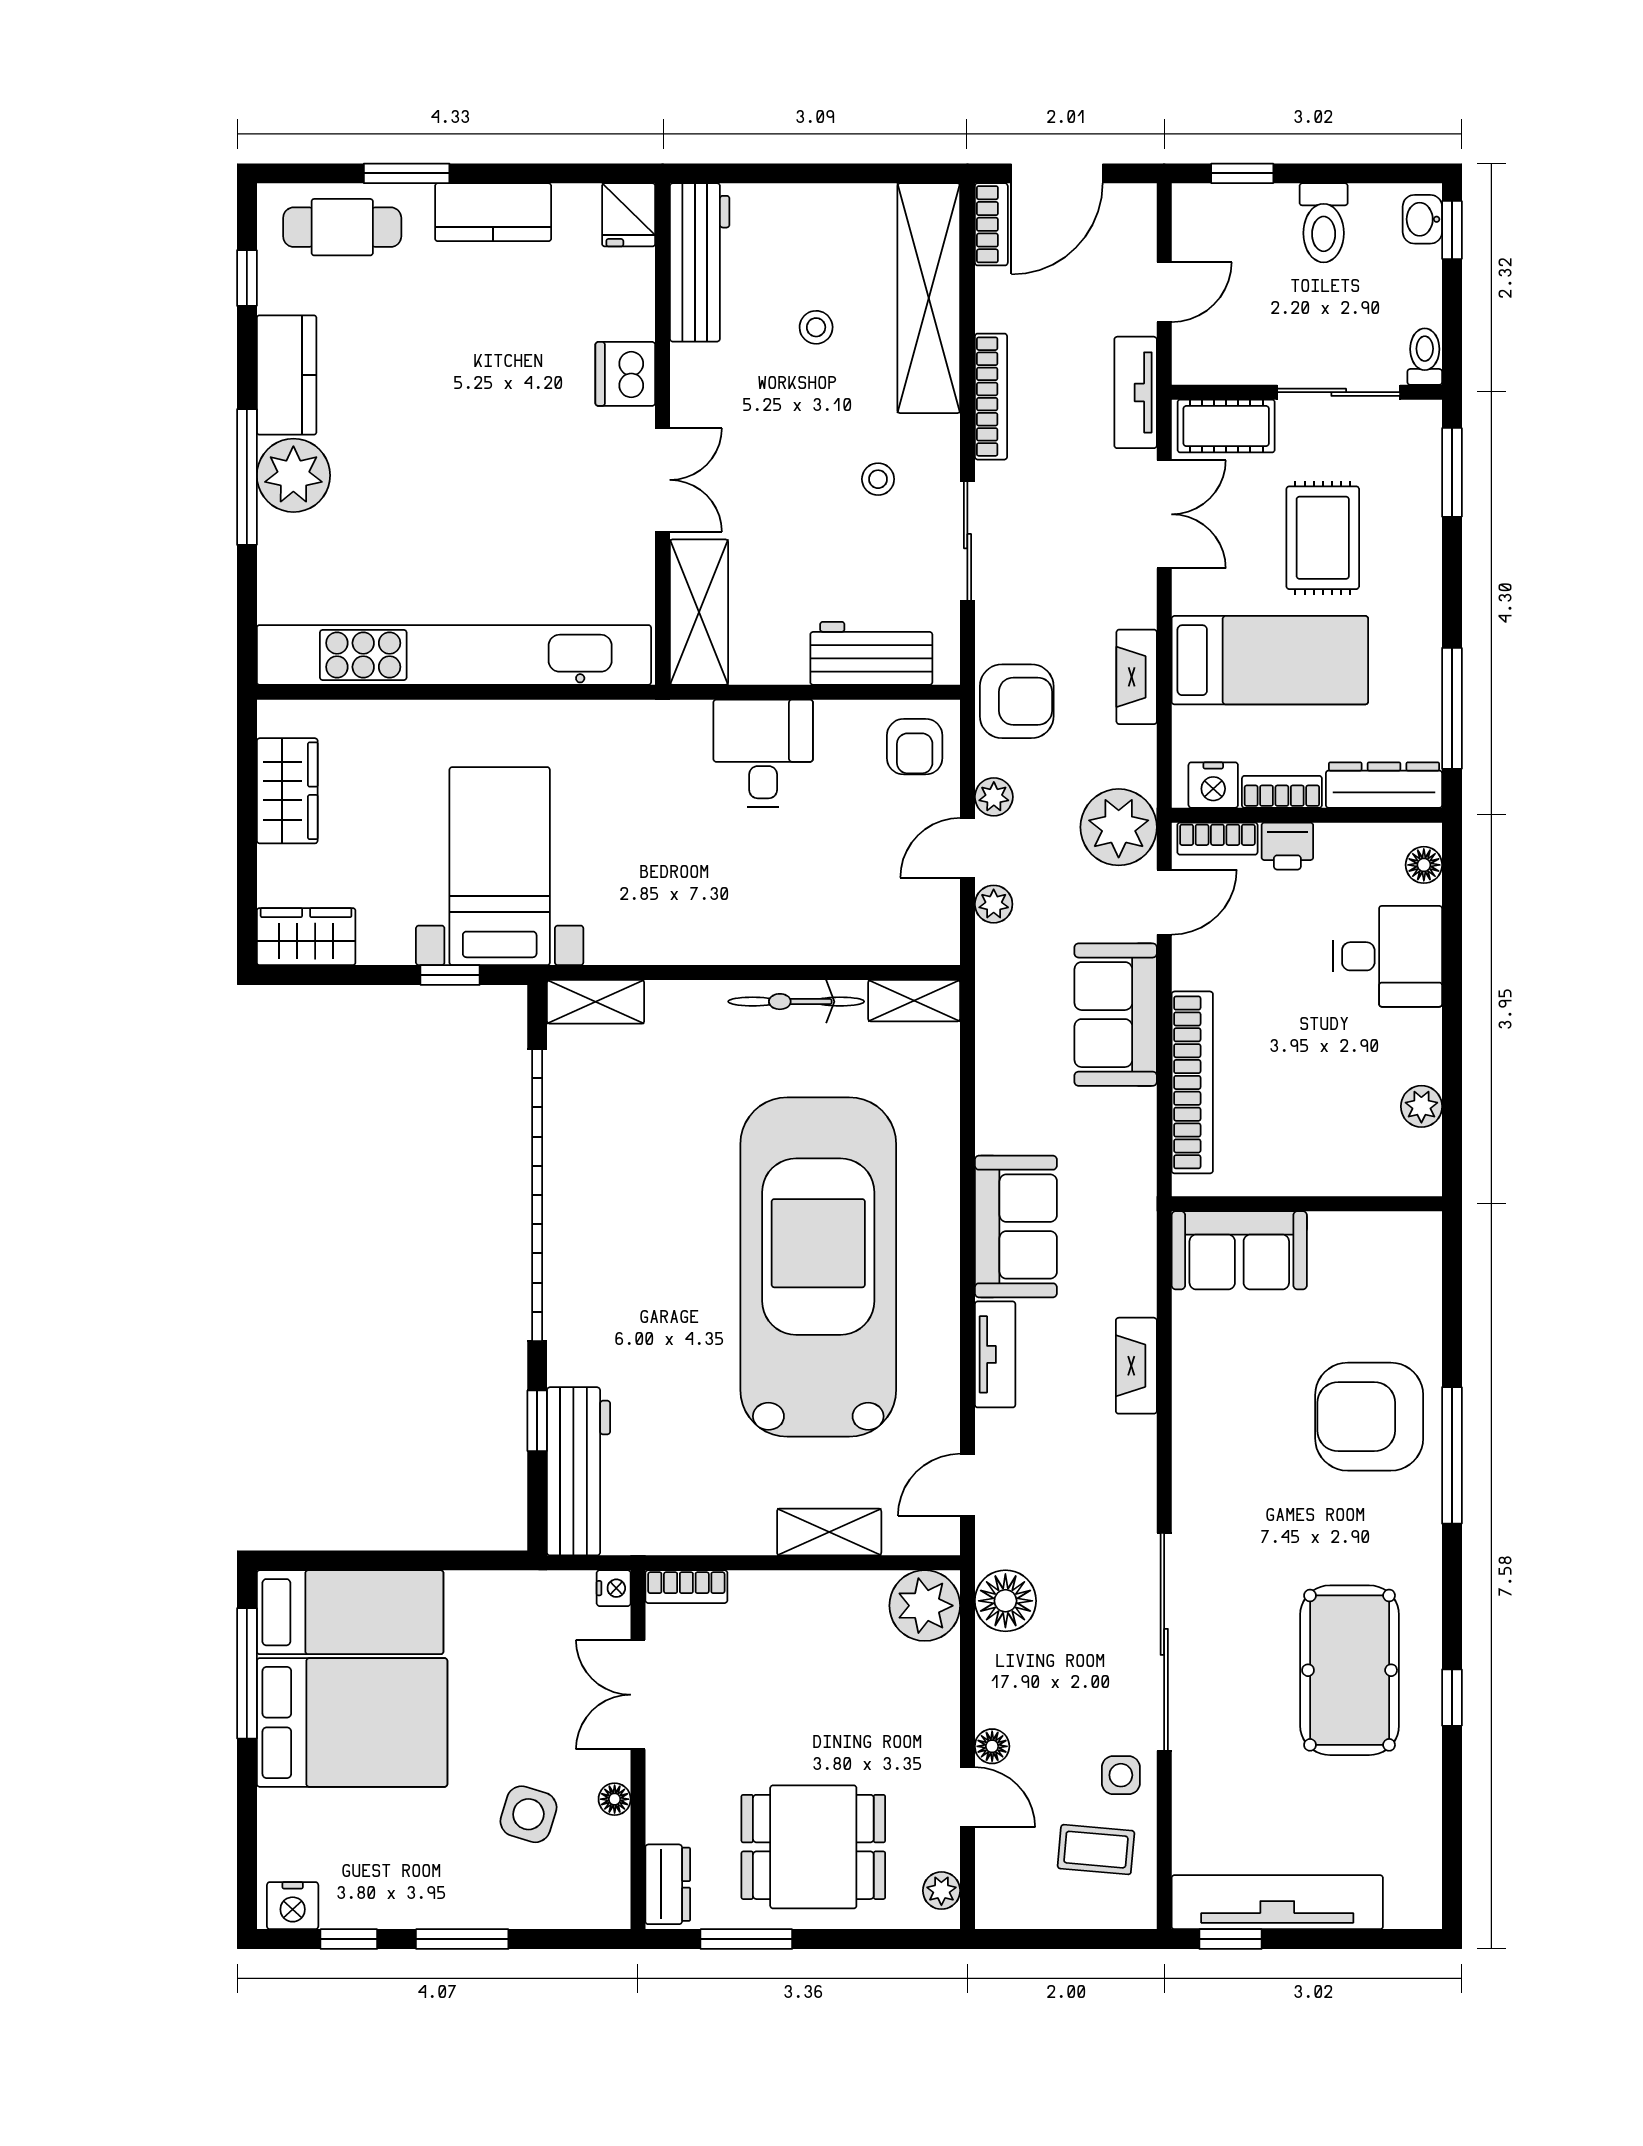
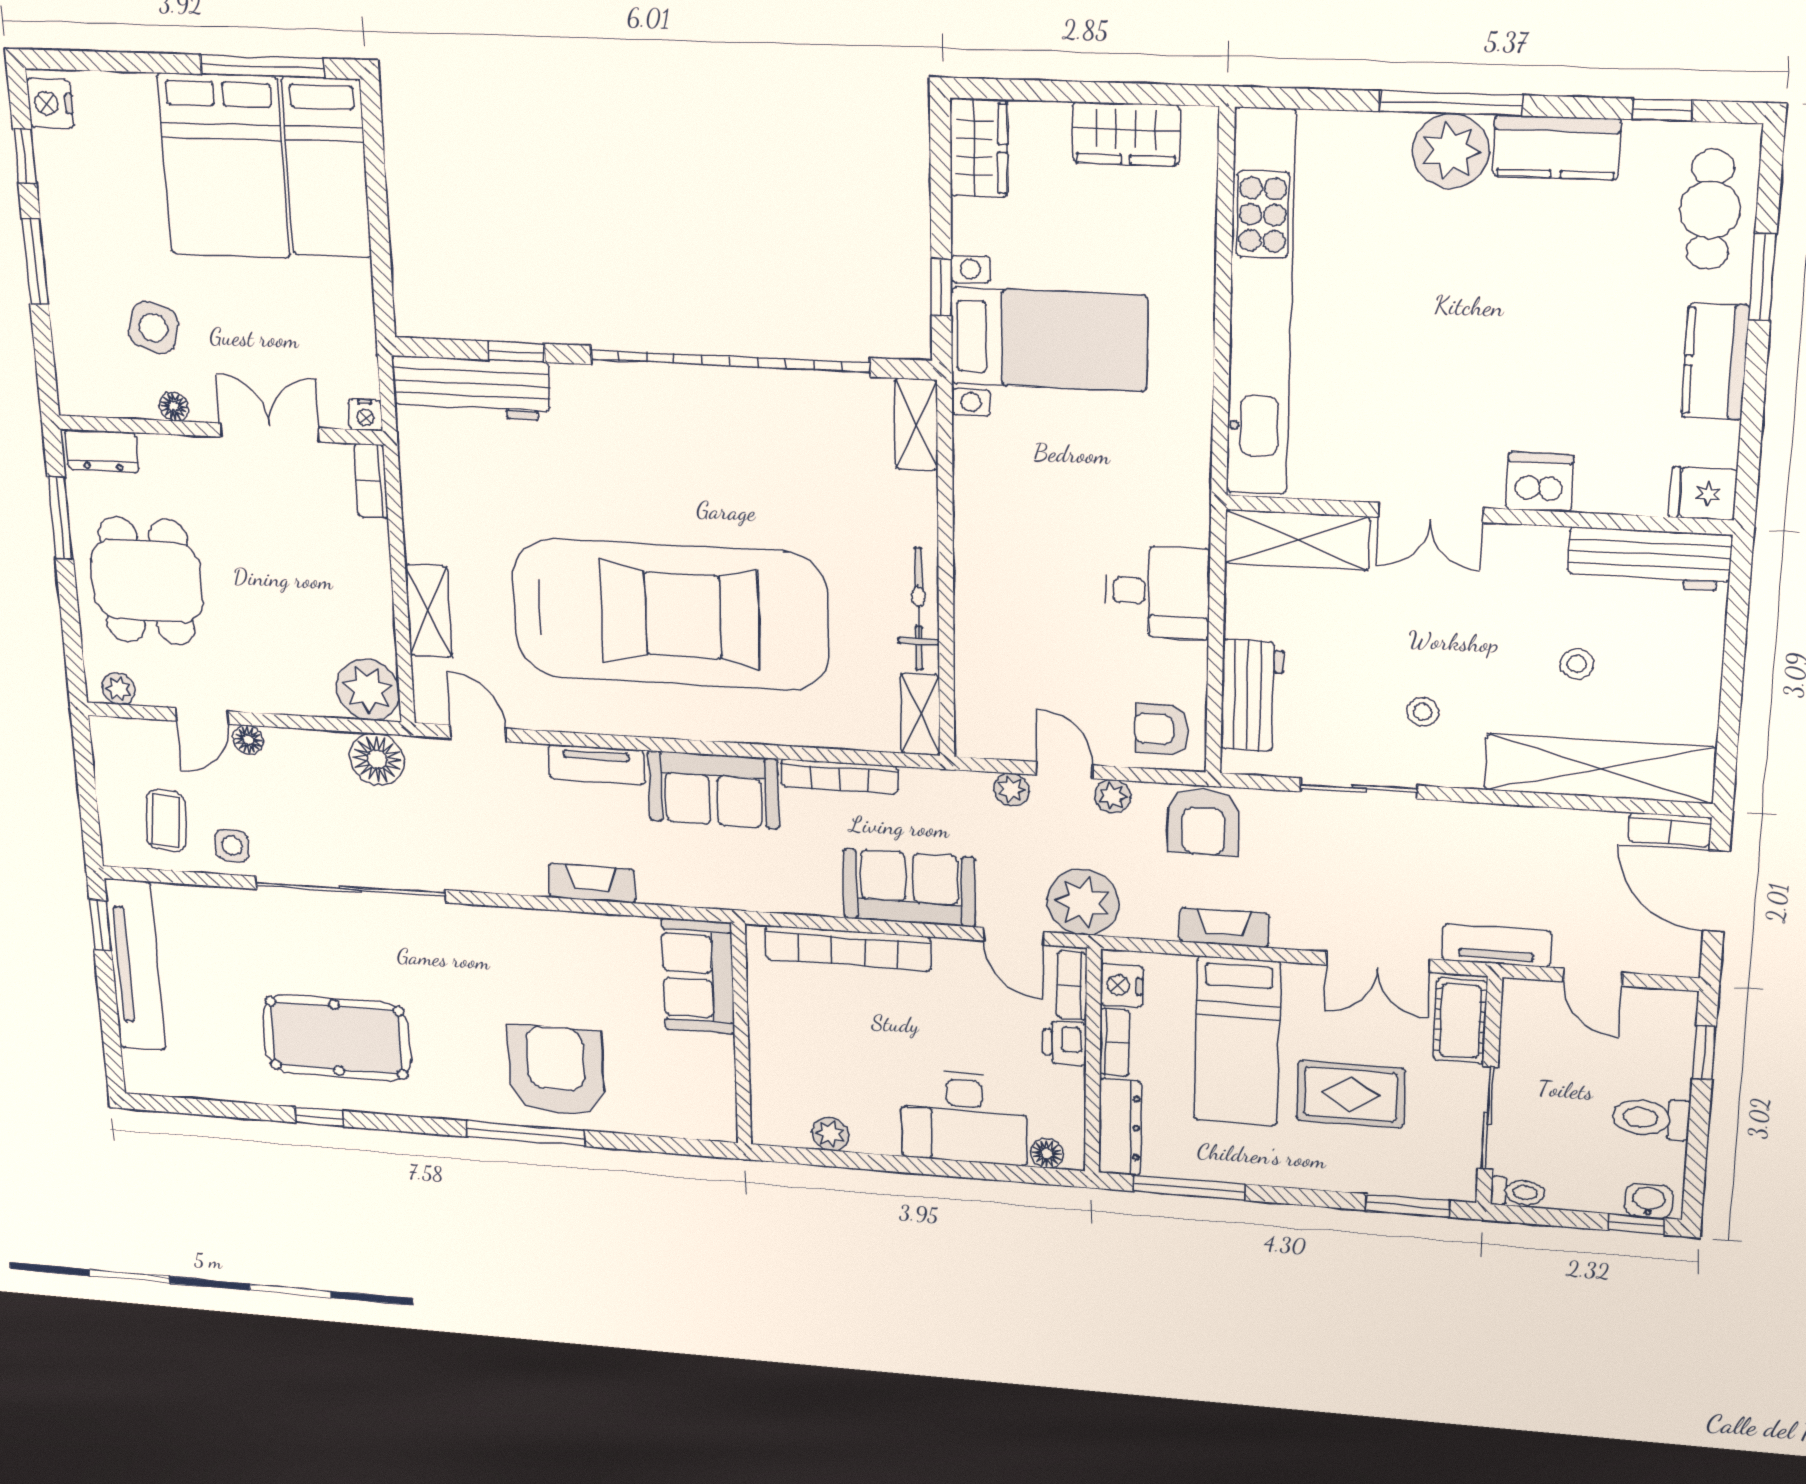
bookcase: (991, 397) -> (839, 776), moved
desk: (1388, 956) -> (964, 1118), width x1.37

